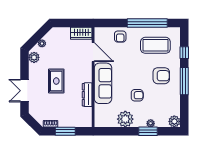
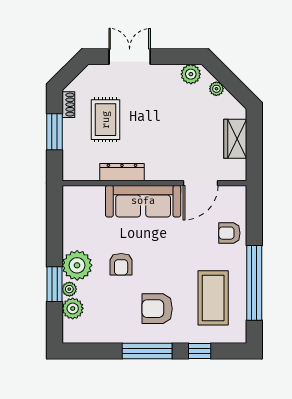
wardrobe: (81, 33) -> (235, 139), moved
armchair: (161, 76) -> (157, 309), turned 90
rug: (56, 81) -> (106, 120), moved, turned 90
plant: (125, 119) -> (77, 265), moved
plant: (174, 121) -> (73, 308), moved

